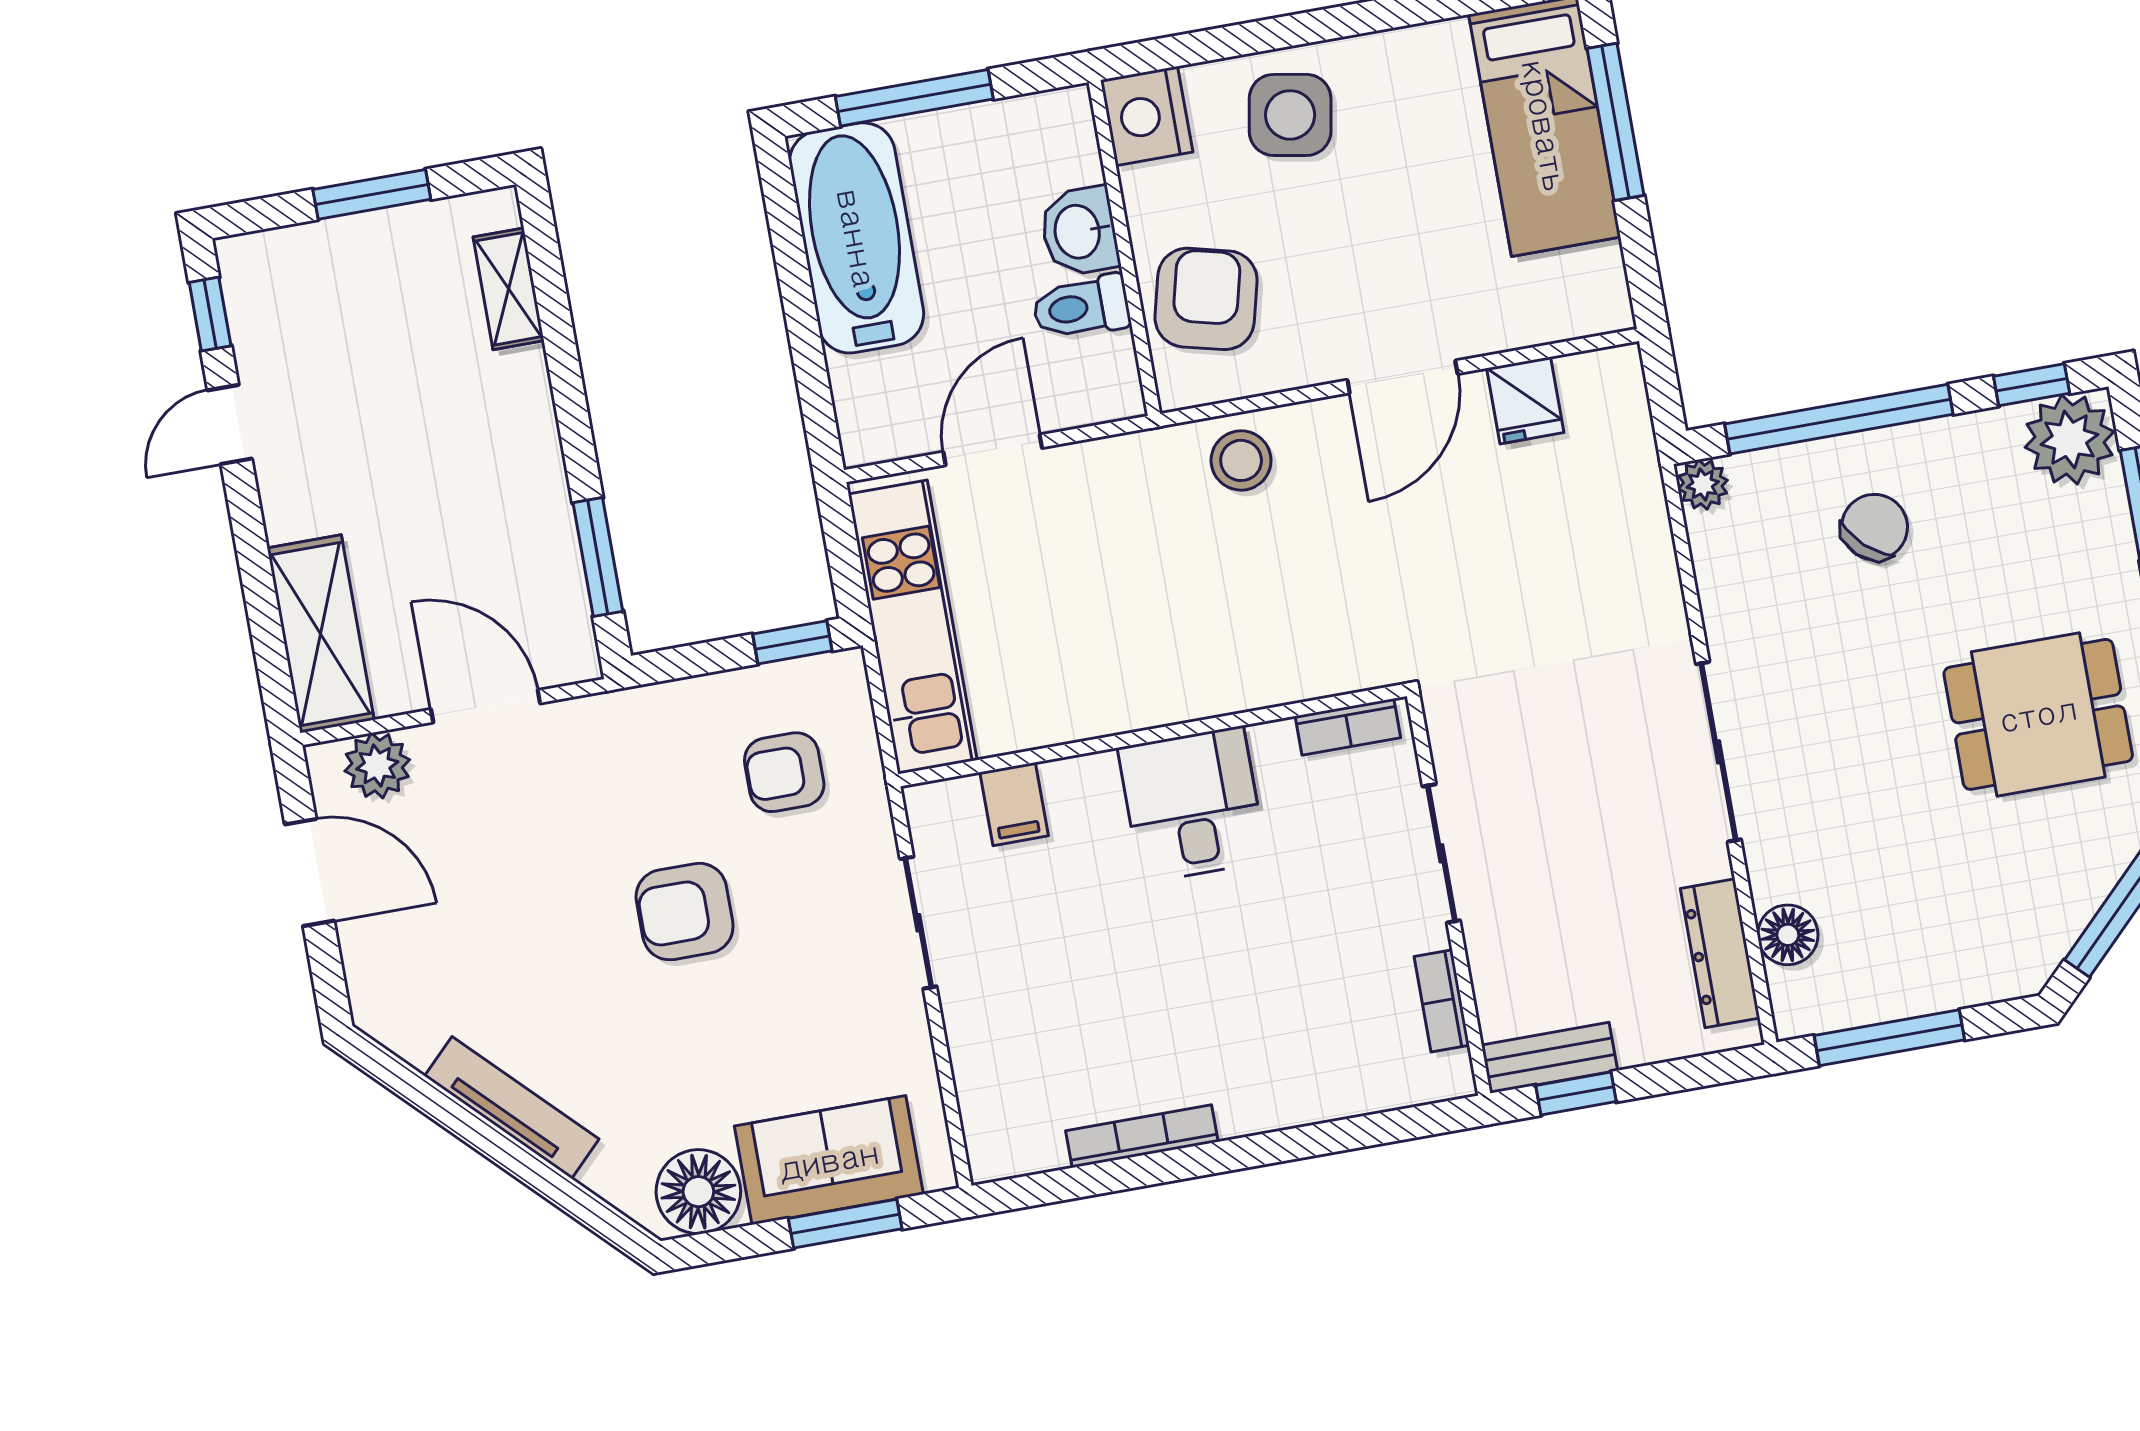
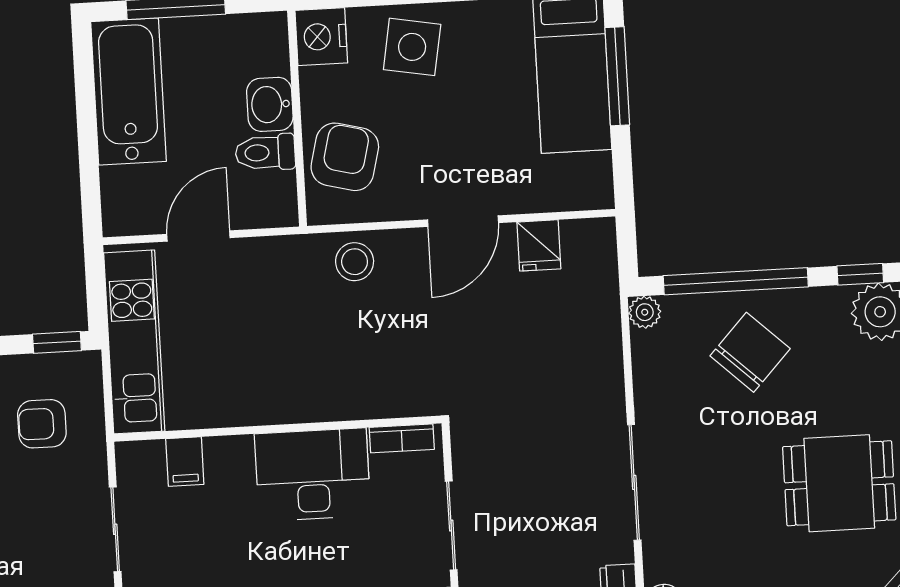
chair: (1874, 527) -> (750, 352), width x1.37, depth x1.37
desk: (1192, 804) -> (313, 475), width x1.37

